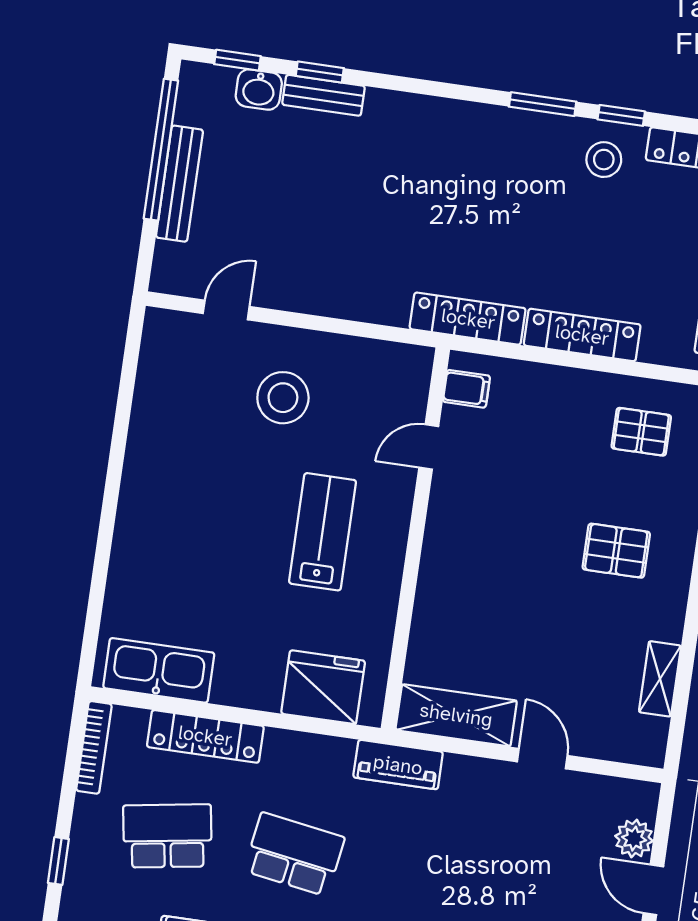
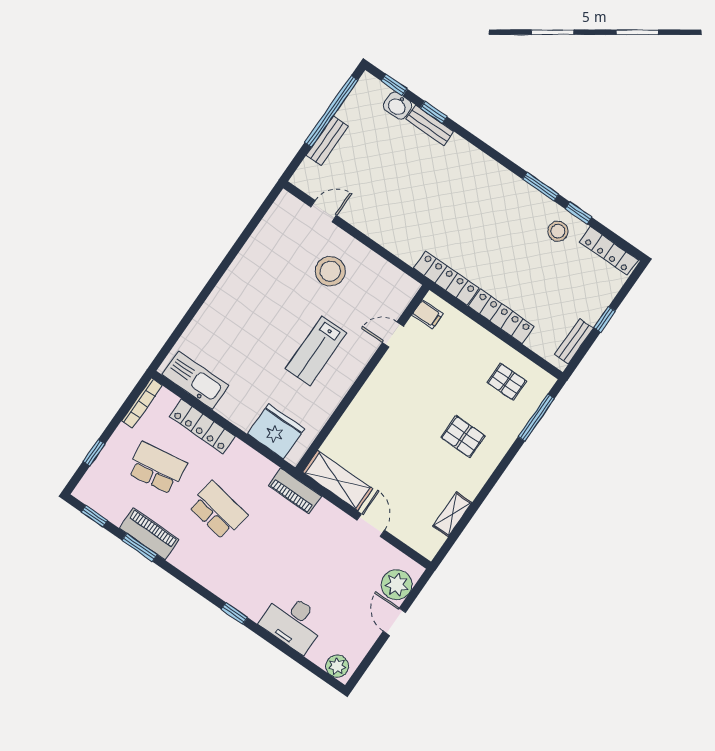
bench: (179, 184) -> (327, 141), width x0.73
lab bench: (323, 532) -> (316, 351), turned 180
plant: (634, 839) -> (397, 585), width x1.36, depth x1.36

